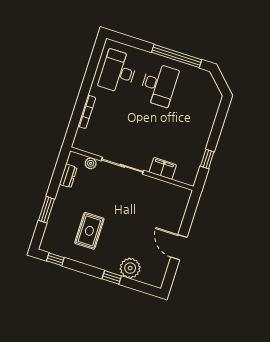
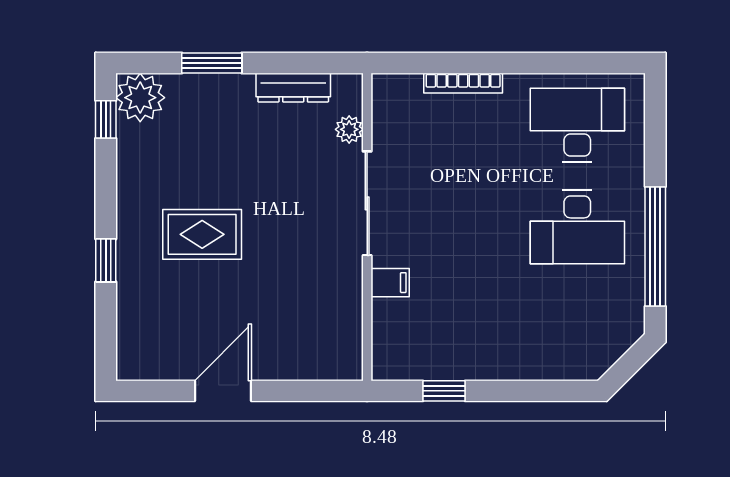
filing cabinet: (163, 168) -> (390, 283), width x0.50
dresser: (68, 176) -> (293, 88), width x1.44
rug: (89, 231) -> (202, 234), moved
plant: (130, 268) -> (140, 98), moved

